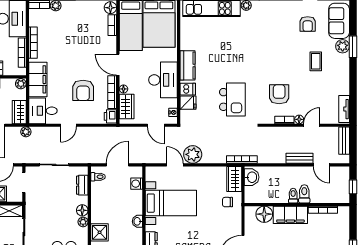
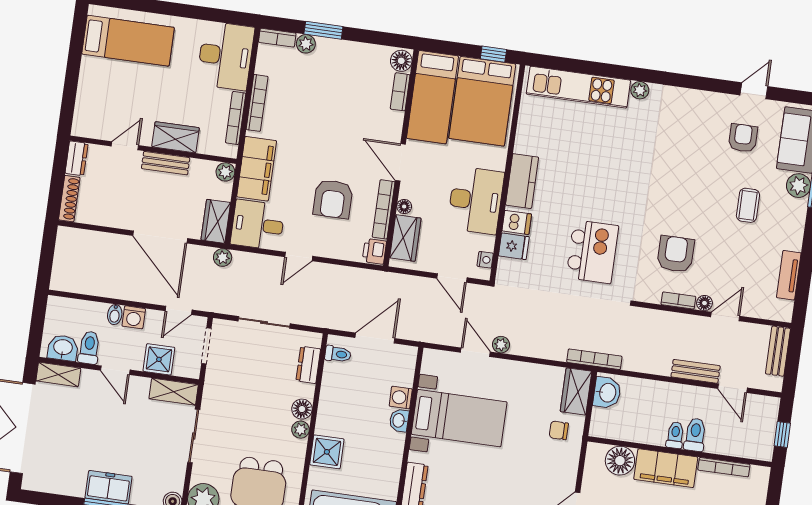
armchair: (308, 24) -> (743, 138), turned 180
tv unit: (344, 109) -> (789, 275), moved
plant: (193, 154) -> (501, 345), width x0.53, depth x0.53
washing machine: (137, 184) -> (401, 398), moved
washbasin: (137, 221) -> (399, 420), moved

